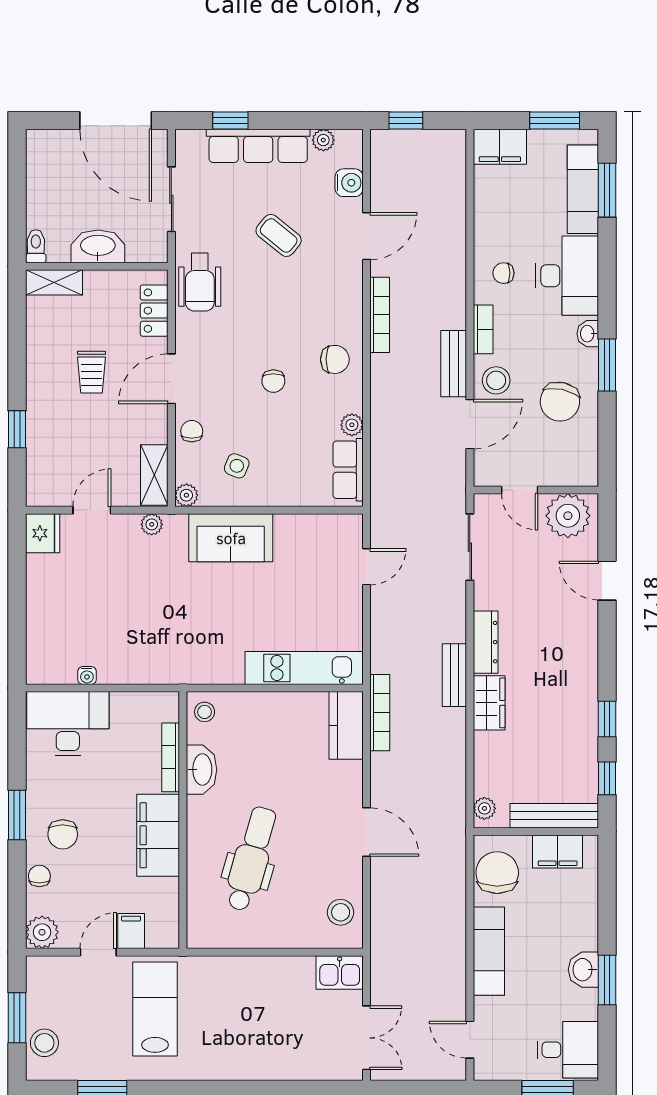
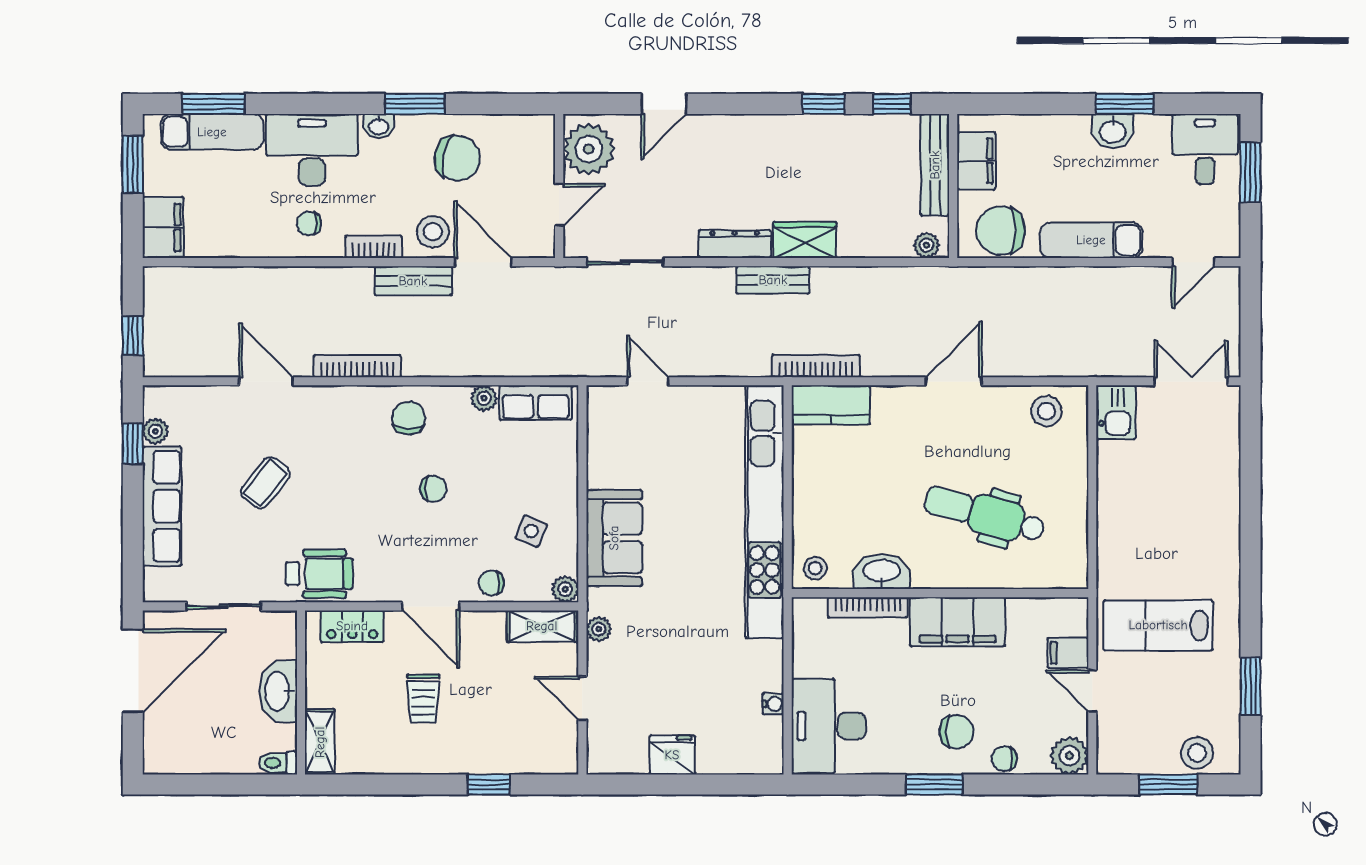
window: (230, 120) -> (133, 444), moved
water cooler: (349, 183) -> (205, 401), removed
chair: (503, 273) -> (309, 223), turned 90
trolley: (91, 372) -> (423, 699), turned 90
fridge: (43, 533) -> (672, 755), moved
kitchen unit: (304, 668) -> (765, 512), width x1.86

